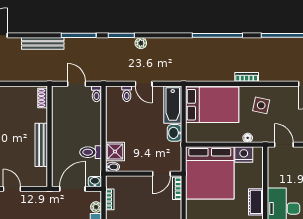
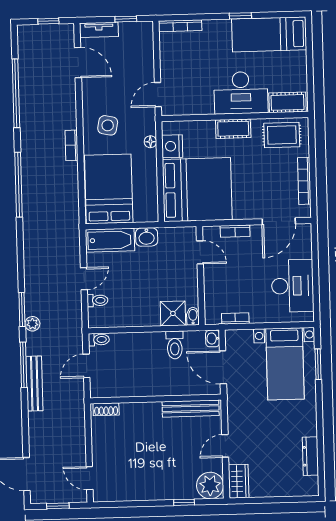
bench: (43, 43) -> (34, 384), moved
plant: (141, 43) -> (32, 324), moved
bench: (41, 145) -> (191, 409), moved
bookcase: (177, 188) -> (235, 231), moved
plant: (96, 207) -> (246, 336), removed

